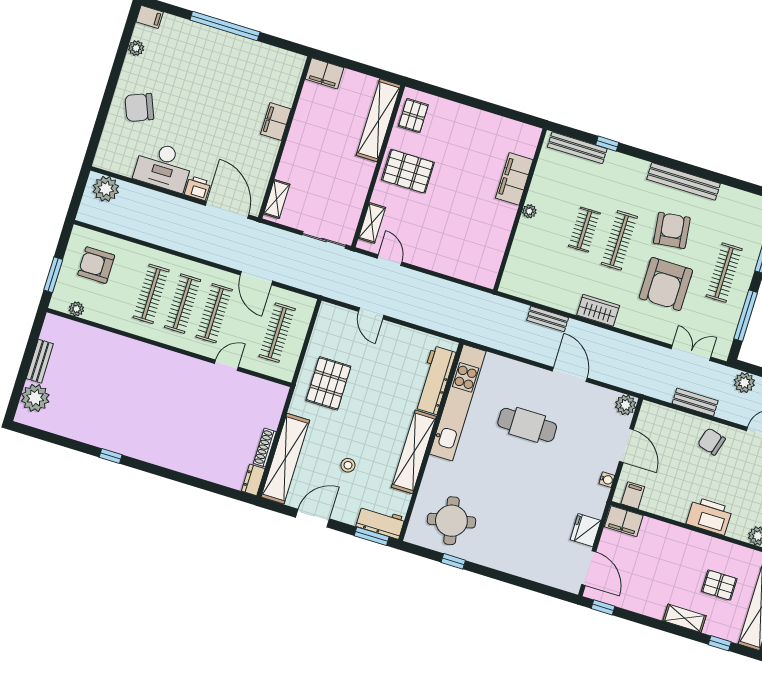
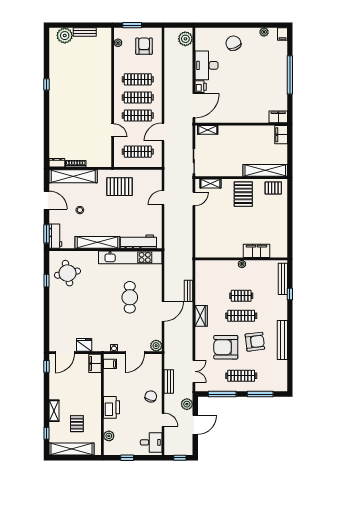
filing cabinet: (276, 122) -> (278, 117), moved

